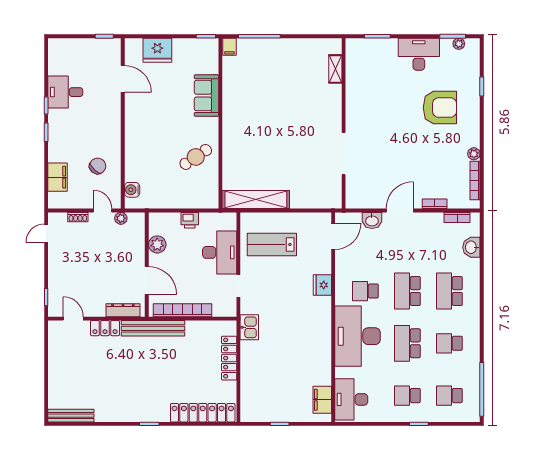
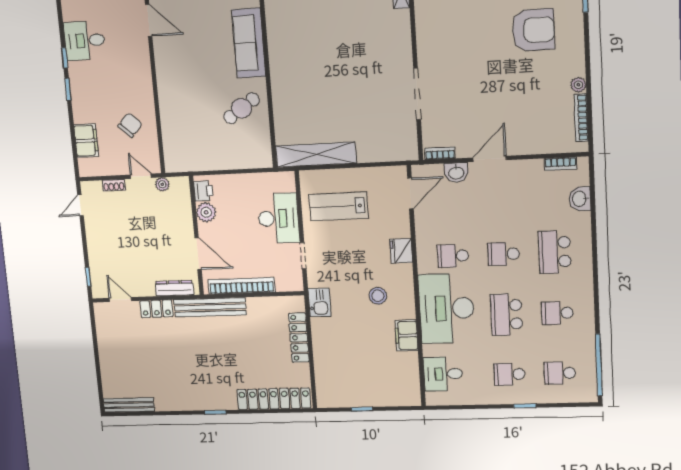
sofa: (207, 96) -> (249, 43), width x1.36
water cooler: (132, 190) -> (172, 151), removed
bookcase: (435, 204) -> (440, 153), moved
printer: (190, 220) -> (203, 191), moved, turned -90
school desk: (407, 291) -> (504, 254), width x0.54
stool: (300, 323) -> (378, 296), added
desk: (351, 399) -> (443, 374), width x0.73
filing cabinet: (322, 400) -> (406, 335), moved

